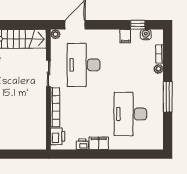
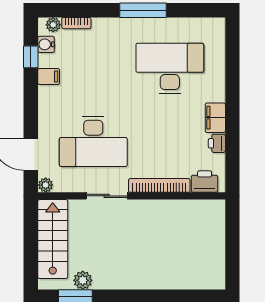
plant: (158, 69) -> (53, 25), moved
desk: (130, 114) -> (170, 68), turned 180

